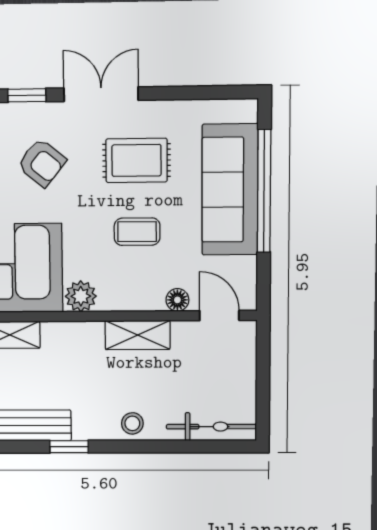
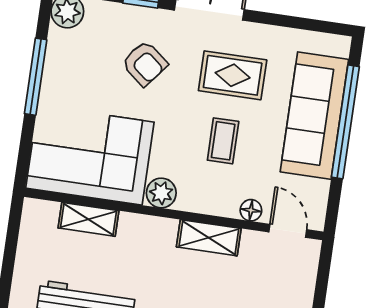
coffee table: (137, 232) -> (223, 141), turned 90

